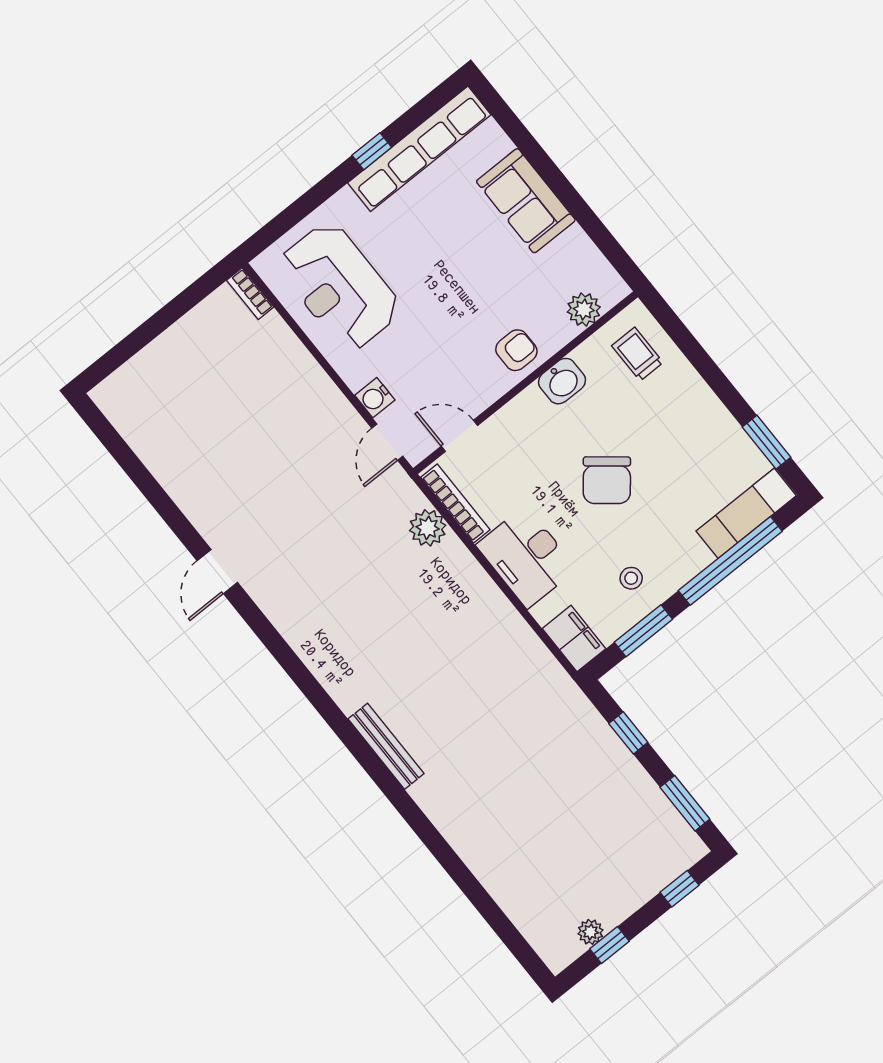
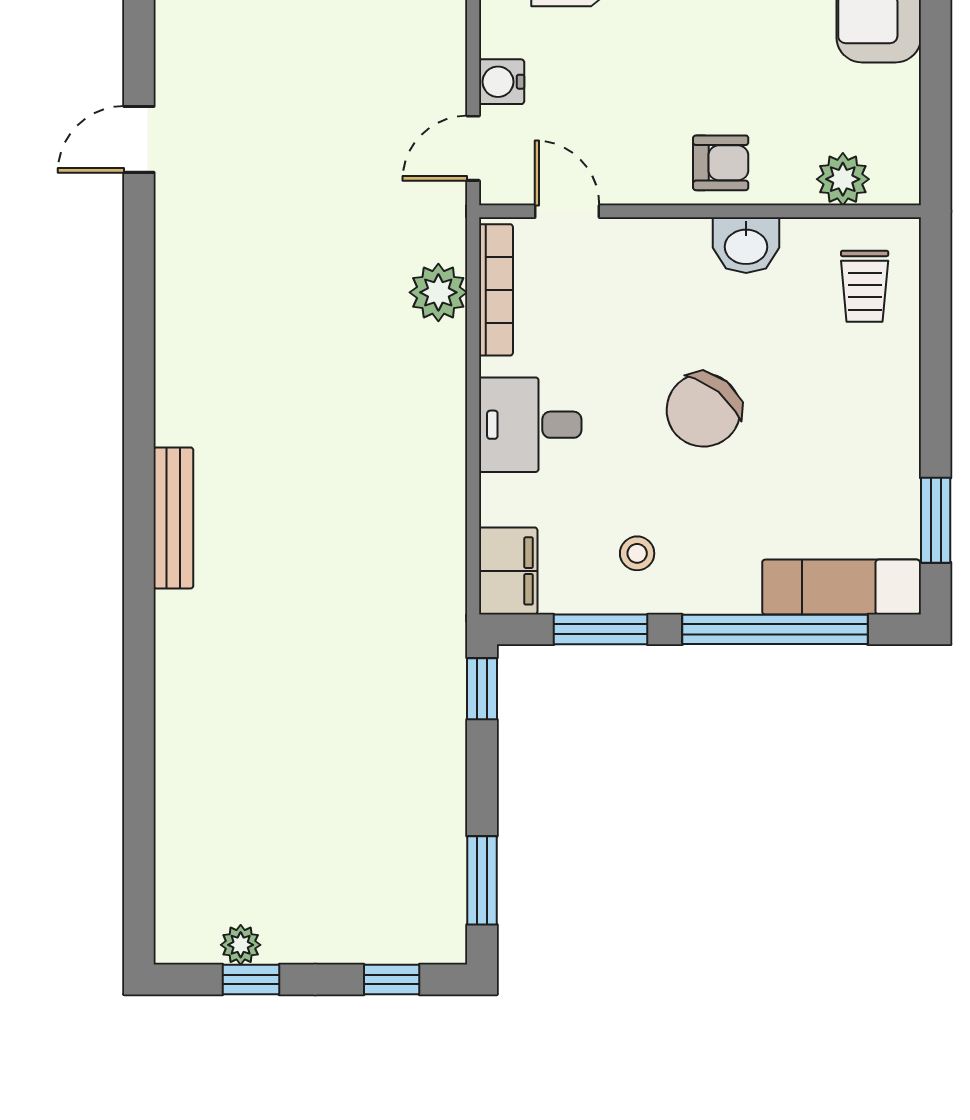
trolley: (637, 354) -> (865, 286), turned 180
desk: (526, 557) -> (530, 425), width x0.73
window: (628, 733) -> (482, 689), moved

